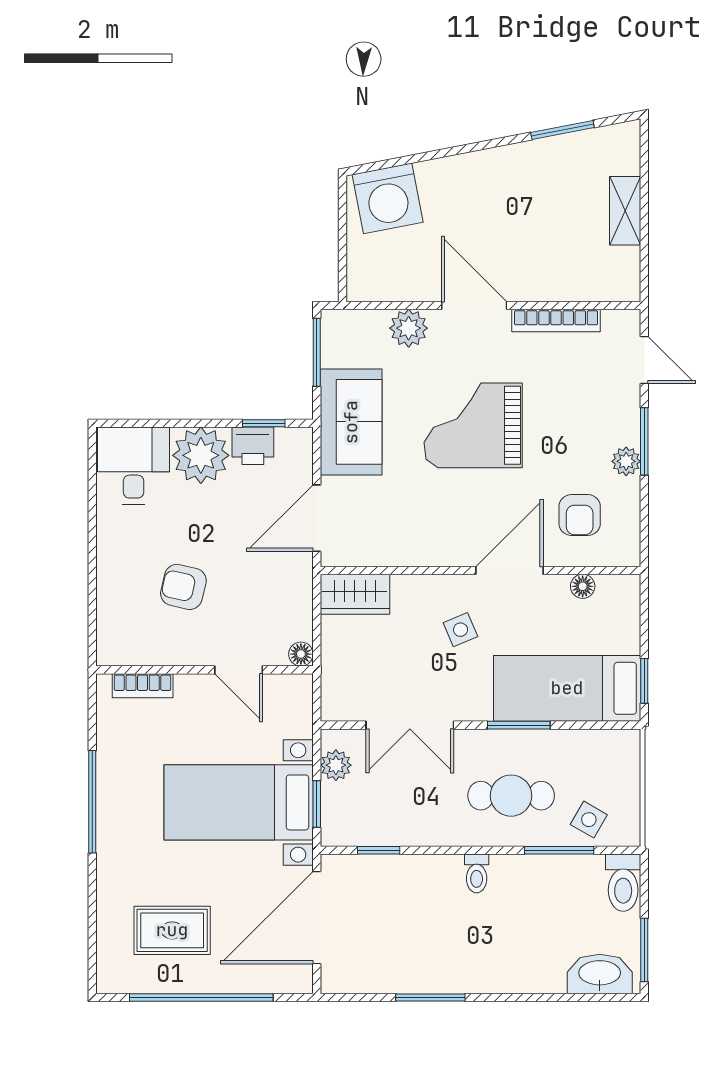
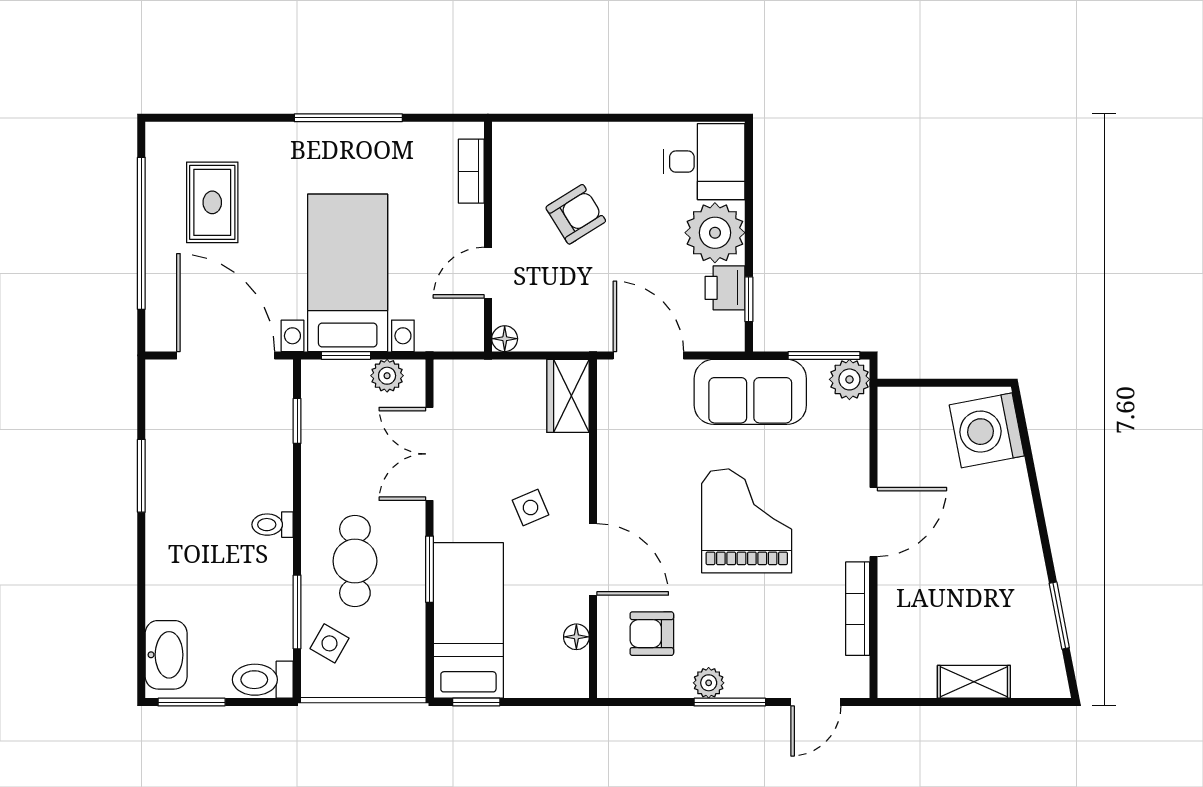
plant: (409, 328) -> (849, 379), moved
armchair: (183, 587) -> (576, 214), turned 45

